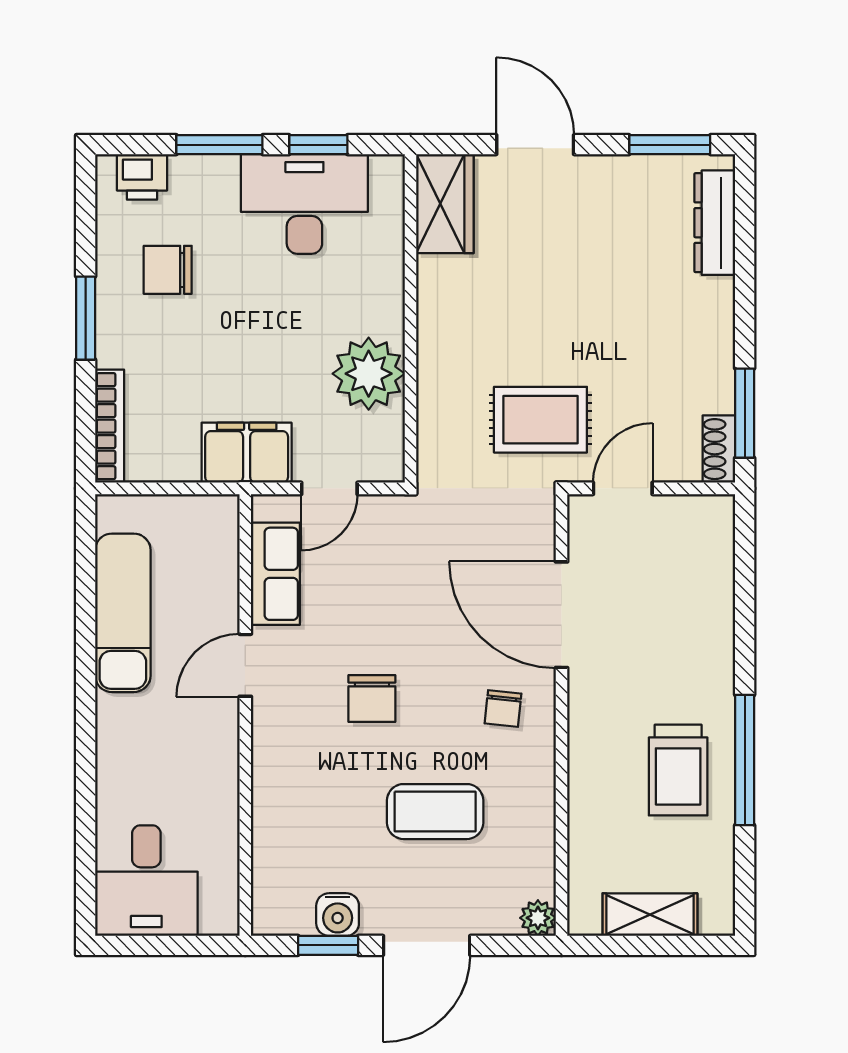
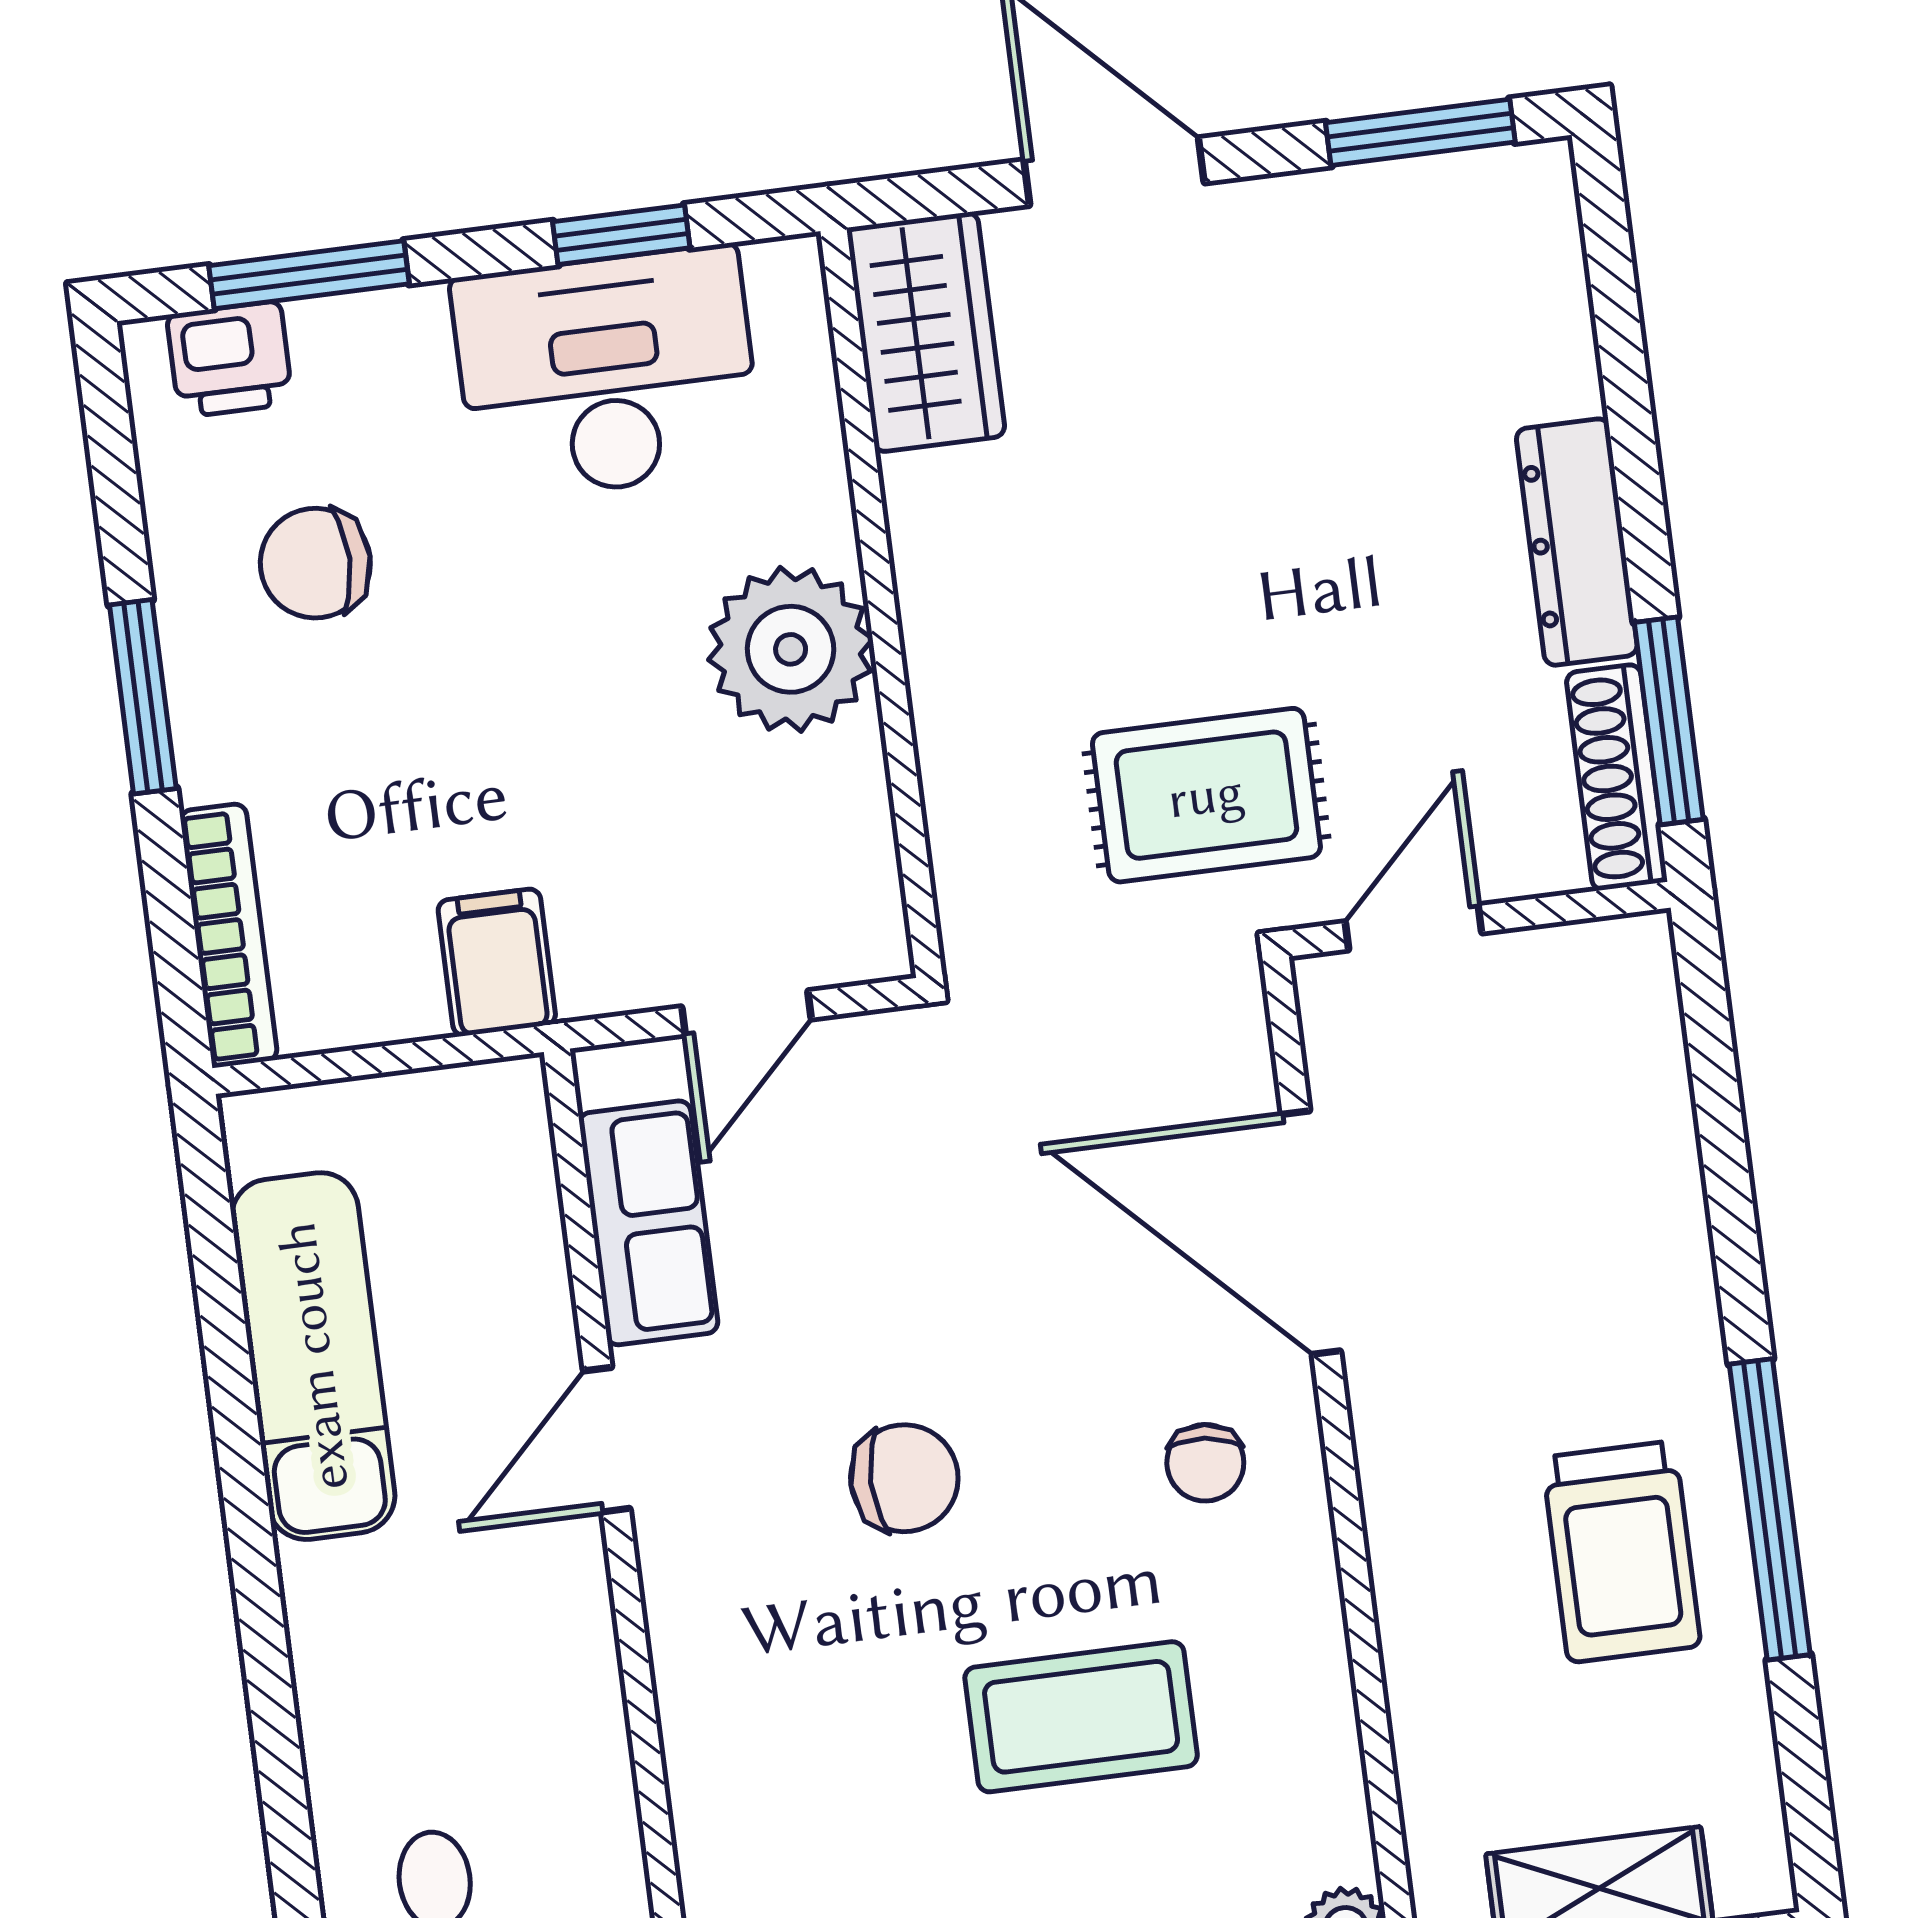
window: (219, 145) -> (309, 275), moved
dresser: (715, 223) -> (1577, 542), moved
plant: (369, 374) -> (791, 649), moved
shoe rack: (719, 449) -> (1616, 777), width x1.43
filing cabinet: (247, 453) -> (497, 962), width x0.50
chair: (372, 698) -> (904, 1478), turned -90

